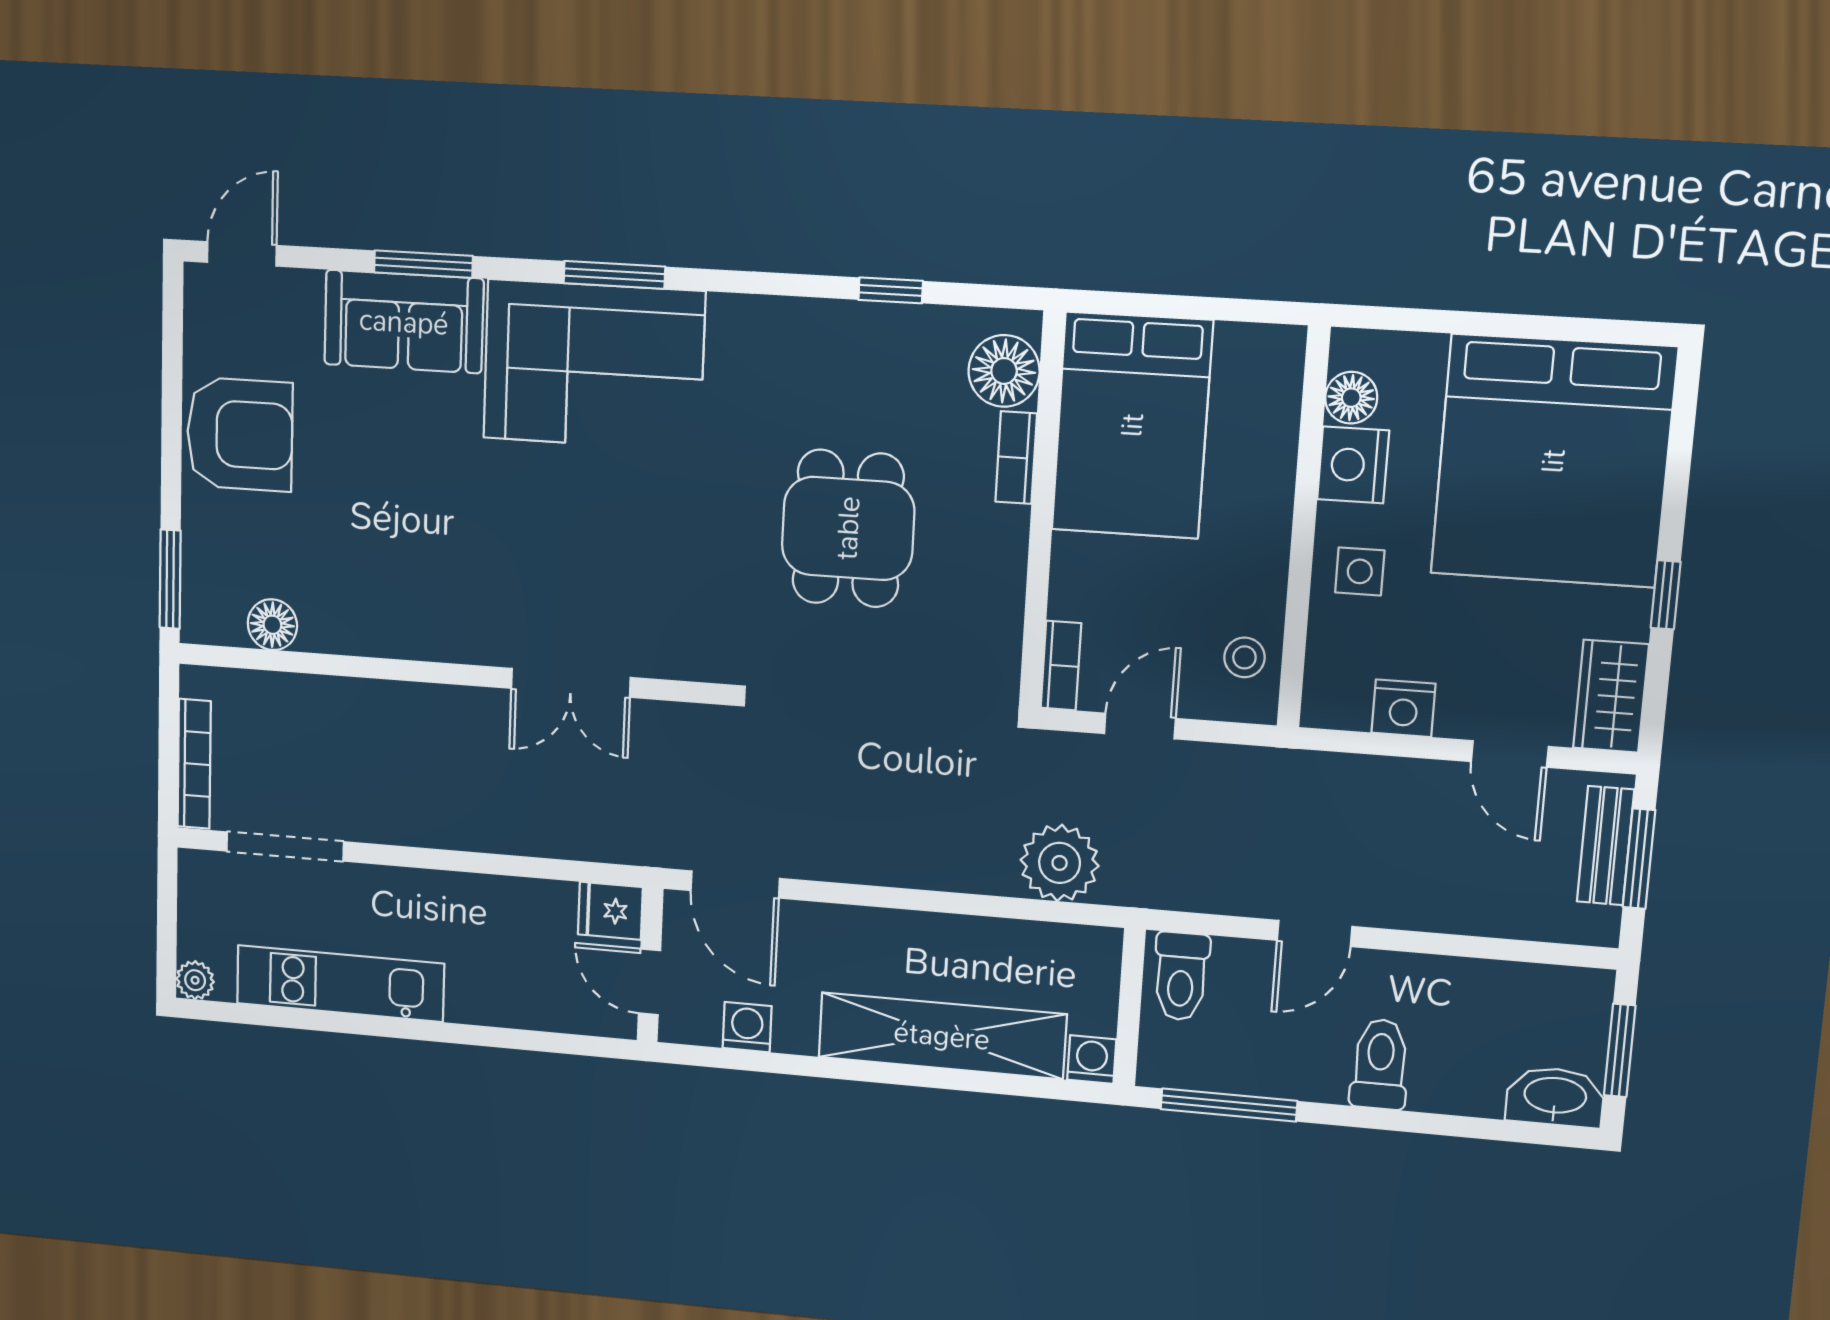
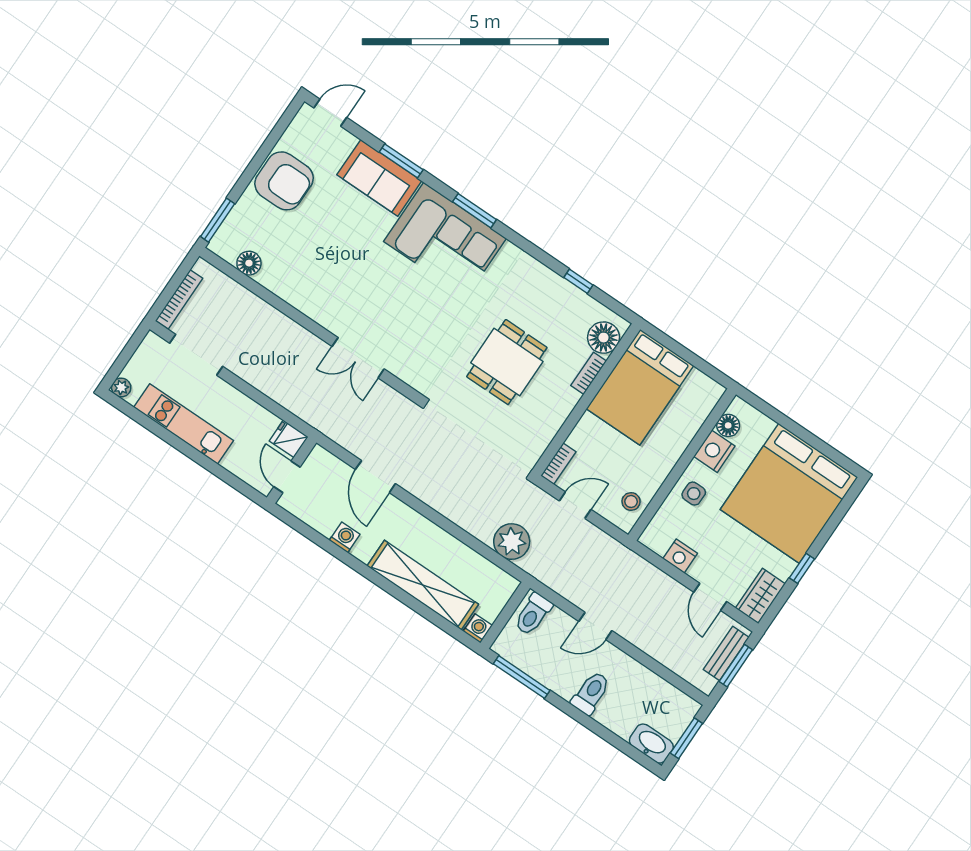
fridge: (610, 911) -> (289, 439), moved
wall: (650, 965) -> (292, 470), moved
door: (650, 982) -> (287, 477), moved

